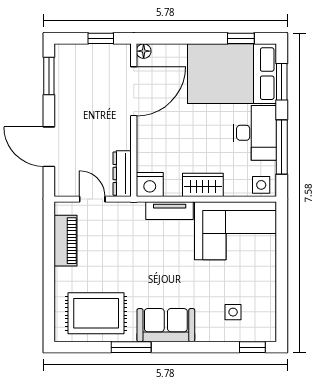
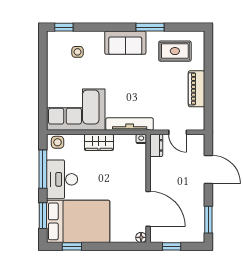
door: (134, 91) -> (148, 209), swing flipped
dresser: (122, 174) -> (156, 145), width x0.70
nightstand: (150, 184) -> (141, 139), width x0.53, depth x0.56
tv unit: (170, 211) -> (130, 124), width x1.41
piano: (66, 241) -> (197, 89), moved
rug: (96, 313) -> (175, 51), width x0.73, depth x0.70

